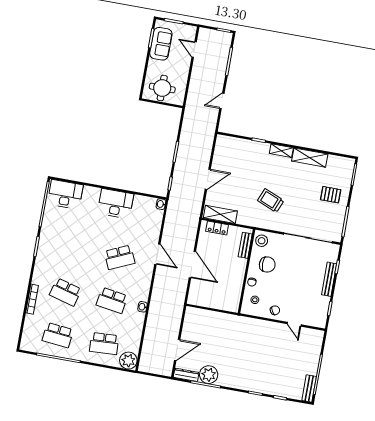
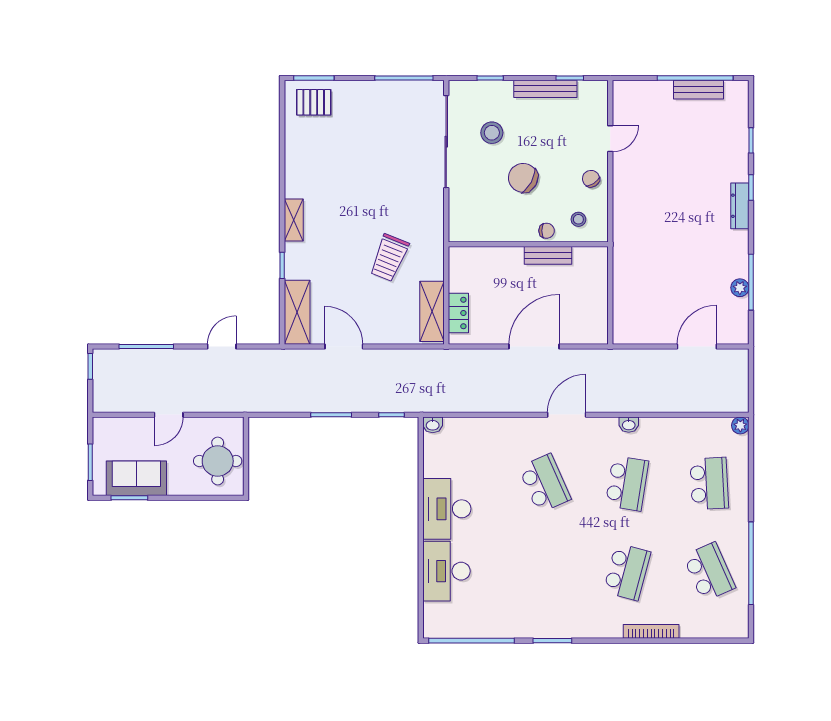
door: (194, 50) -> (169, 415), moved
door: (222, 101) -> (222, 347), swing flipped
shelving: (310, 158) -> (297, 312), moved
door: (208, 179) -> (344, 347), moved
desk: (65, 194) -> (446, 571), moved
pallet: (331, 195) -> (314, 102), moved, turned 90
trolley: (271, 201) -> (389, 258), moved
stool: (262, 241) -> (492, 133), moved
bench: (245, 245) -> (548, 255), moved
door: (157, 254) -> (567, 415), moved
chair: (267, 265) -> (523, 178), moved, turned -61
bench: (329, 279) -> (545, 89), moved
school desk: (58, 335) -> (709, 572), turned -30
door: (177, 350) -> (697, 347), hinge flipped
plant: (128, 361) -> (740, 425), width x0.53, depth x0.53
dresser: (186, 375) -> (740, 206), moved
plant: (209, 375) -> (740, 288), width x0.53, depth x0.53
bench: (309, 388) -> (699, 90), moved

